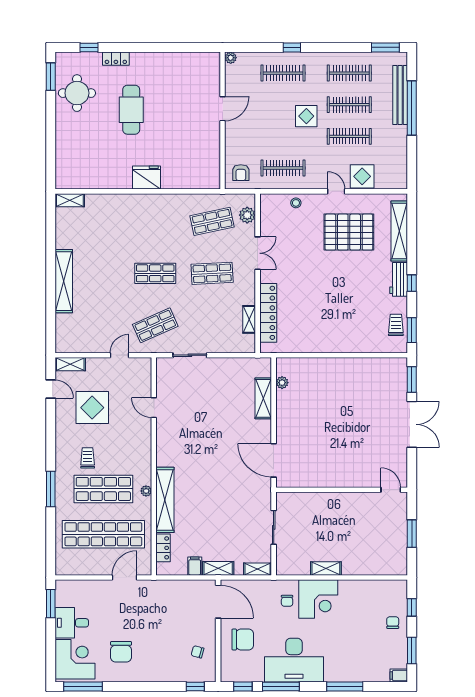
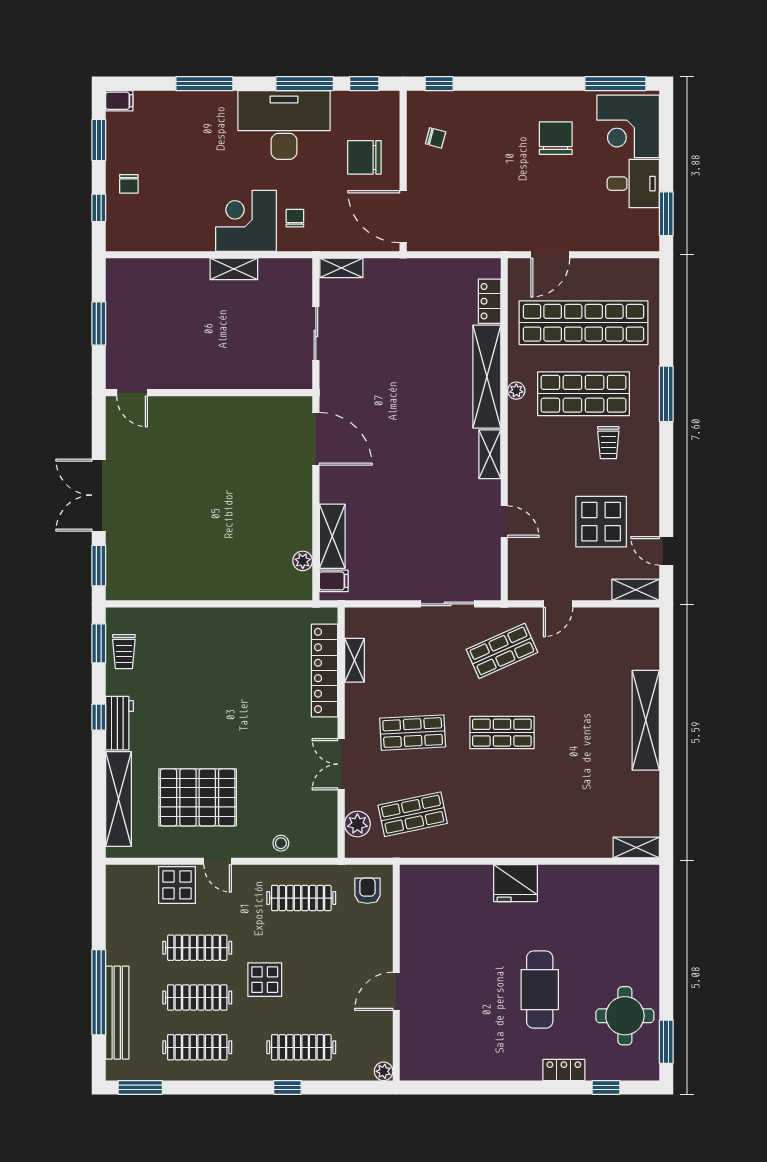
filing cabinet: (195, 566) -> (334, 581), moved, turned -90
shelving: (218, 568) -> (490, 454), moved, turned 90

